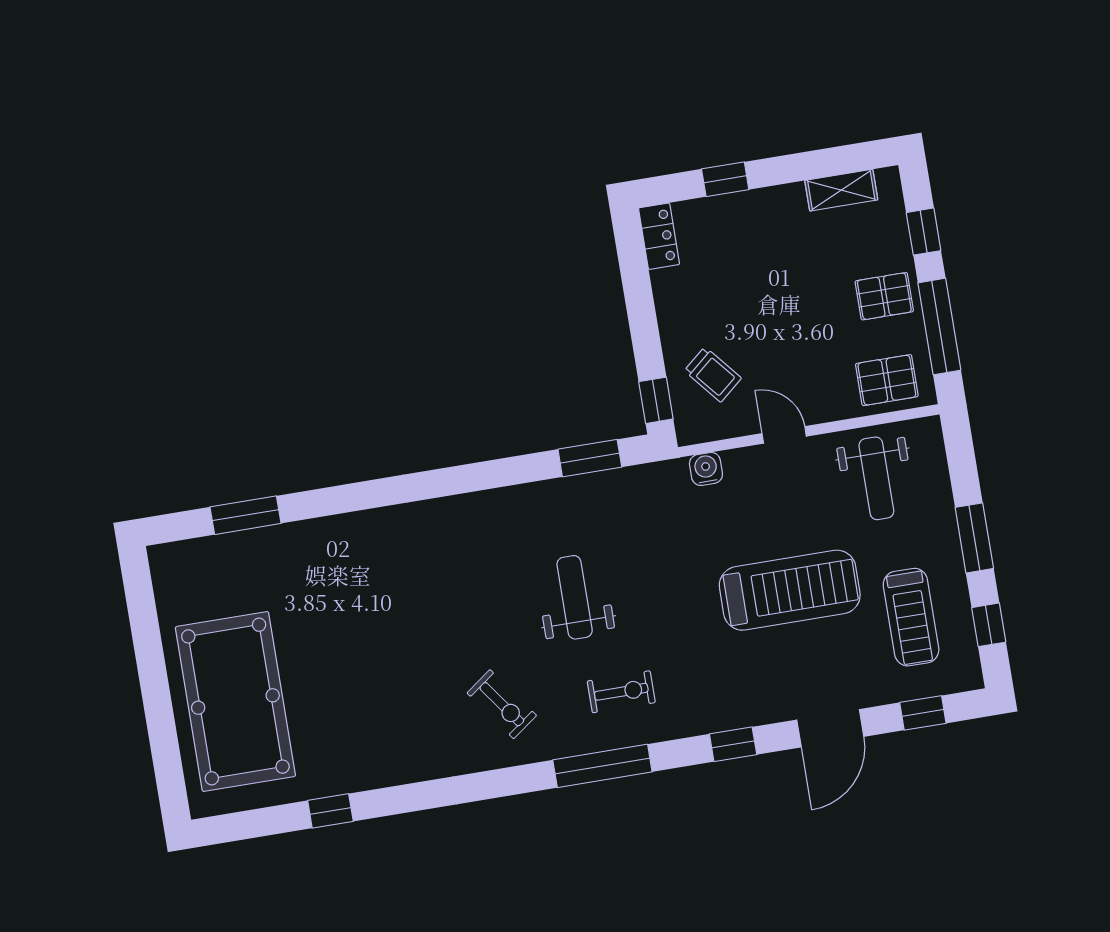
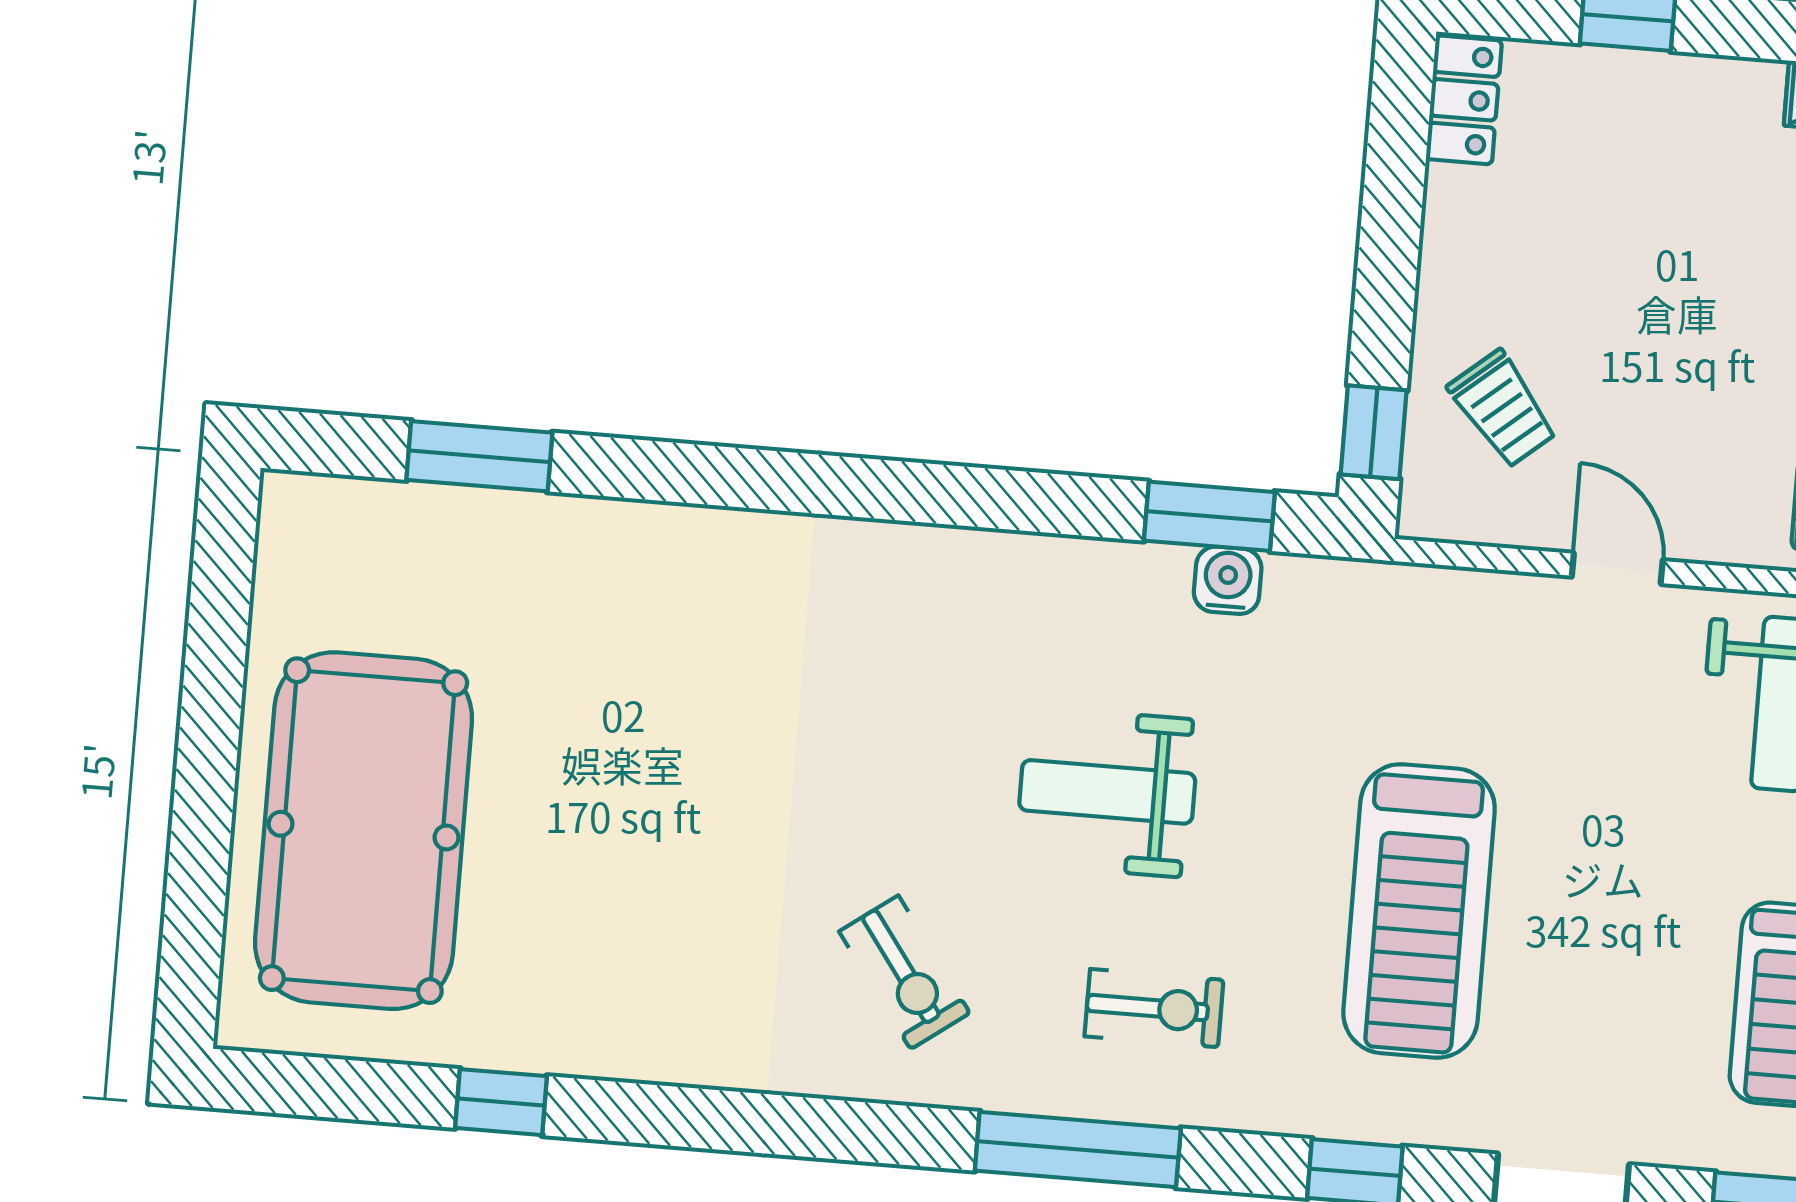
water cooler: (706, 469) -> (1228, 580), moved
treadmill: (790, 590) -> (1419, 911), moved, turned 90
weight bench: (575, 597) -> (1107, 792), turned -90

